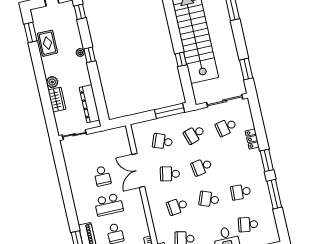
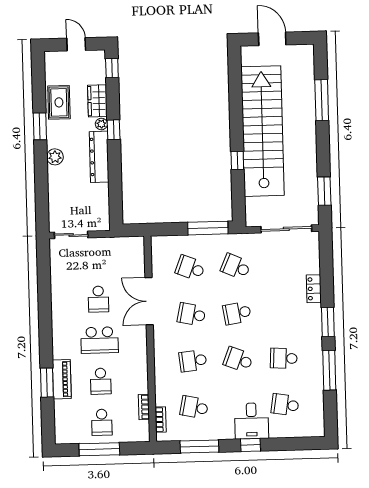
window: (30, 32) -> (40, 126), moved
wardrobe: (57, 100) -> (97, 101), moved, turned 180
dresser: (89, 104) -> (99, 157), moved
school desk: (226, 127) -> (281, 265), removed
school desk: (194, 134) -> (236, 267), turned 42

